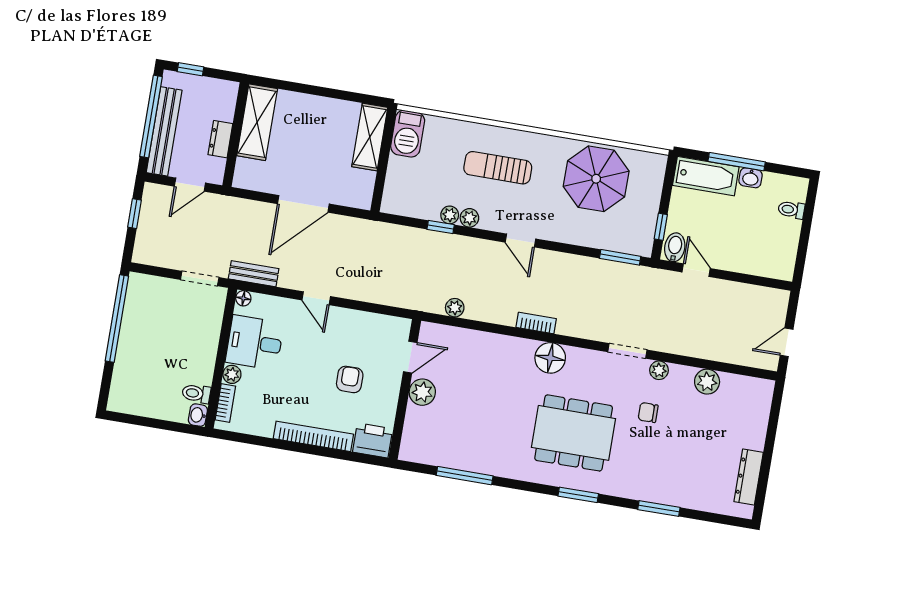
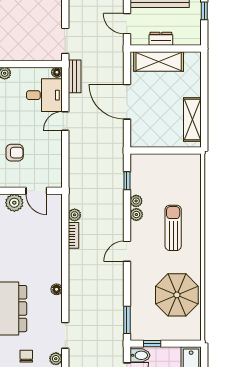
shelving: (257, 122) -> (159, 62), moved
barbecue: (408, 134) -> (186, 164), removed
shelving: (370, 137) -> (192, 120), moved, turned 90
window: (441, 227) -> (127, 181), moved
bookcase: (536, 323) -> (73, 235), moved
desk: (255, 343) -> (44, 95), moved, turned 90
floor lamp: (550, 358) -> (57, 289), width x0.53, depth x0.53

